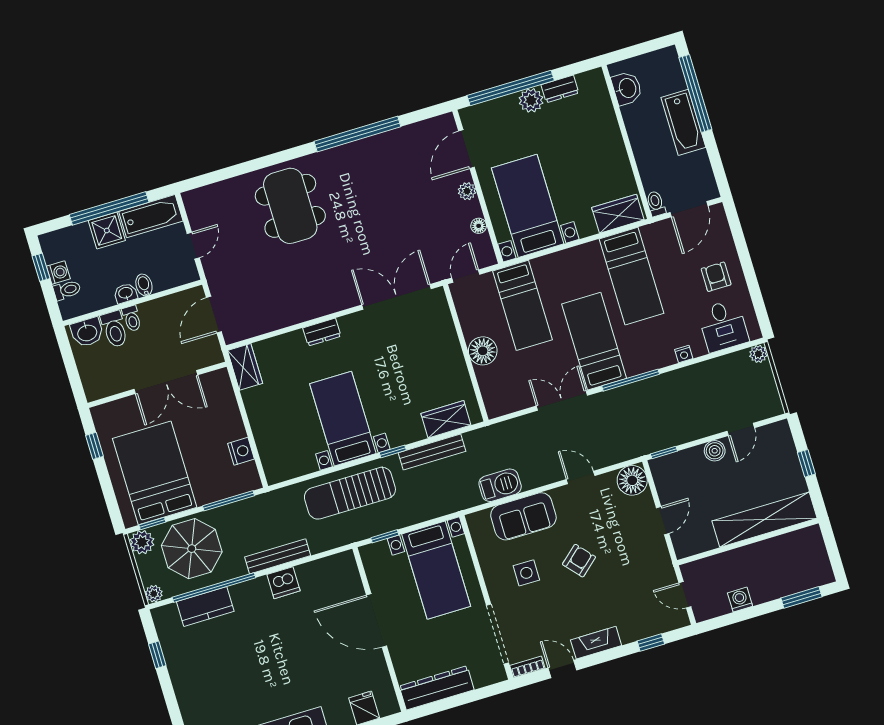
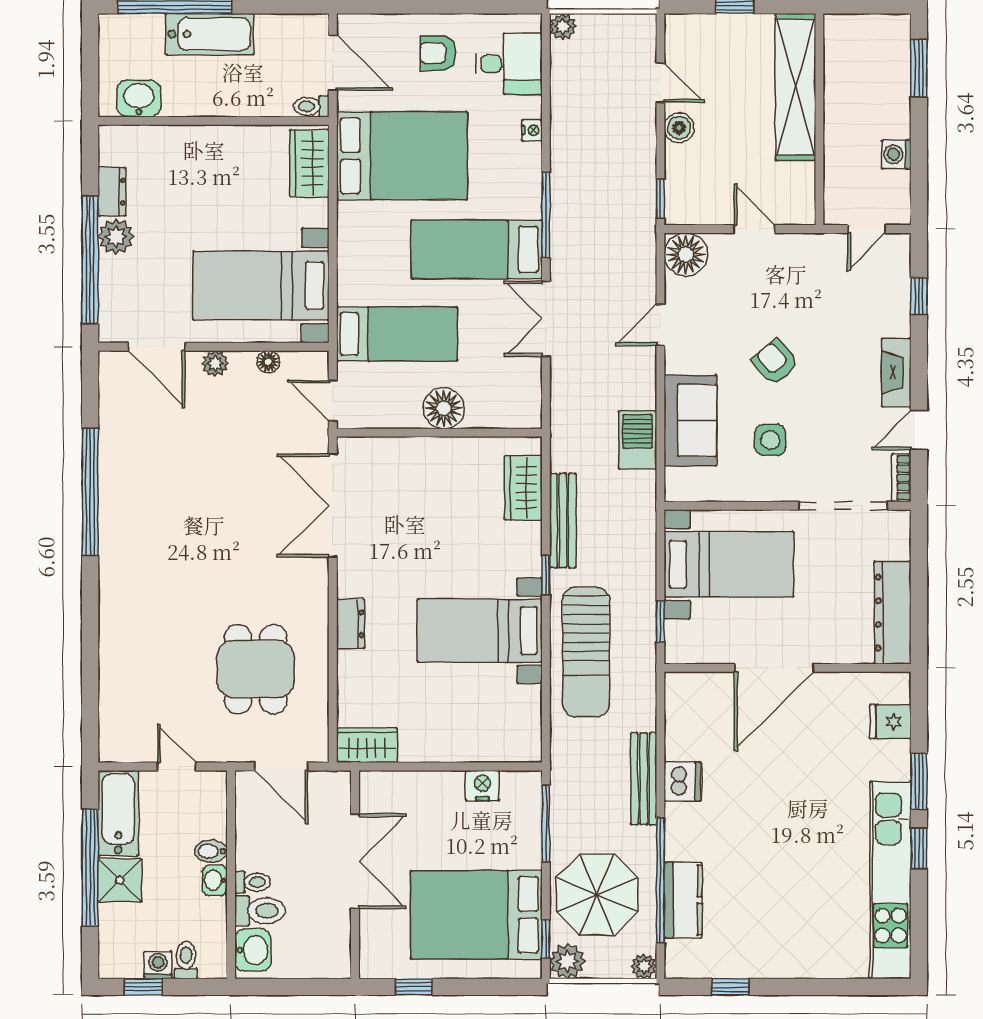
dining table: (290, 206) -> (256, 669), moved, width x0.73
bed: (631, 276) -> (402, 156), width x1.50

